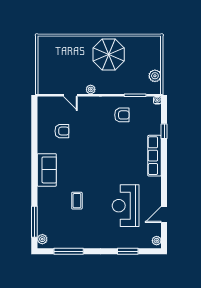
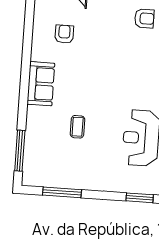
armchair: (62, 131) -> (64, 34), turned -90
plant: (42, 239) -> (29, 174), removed

